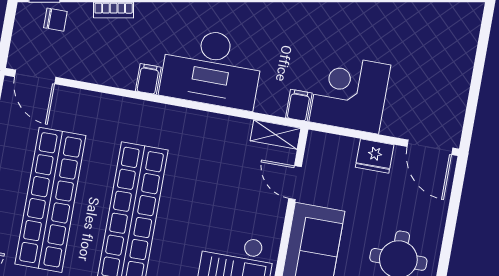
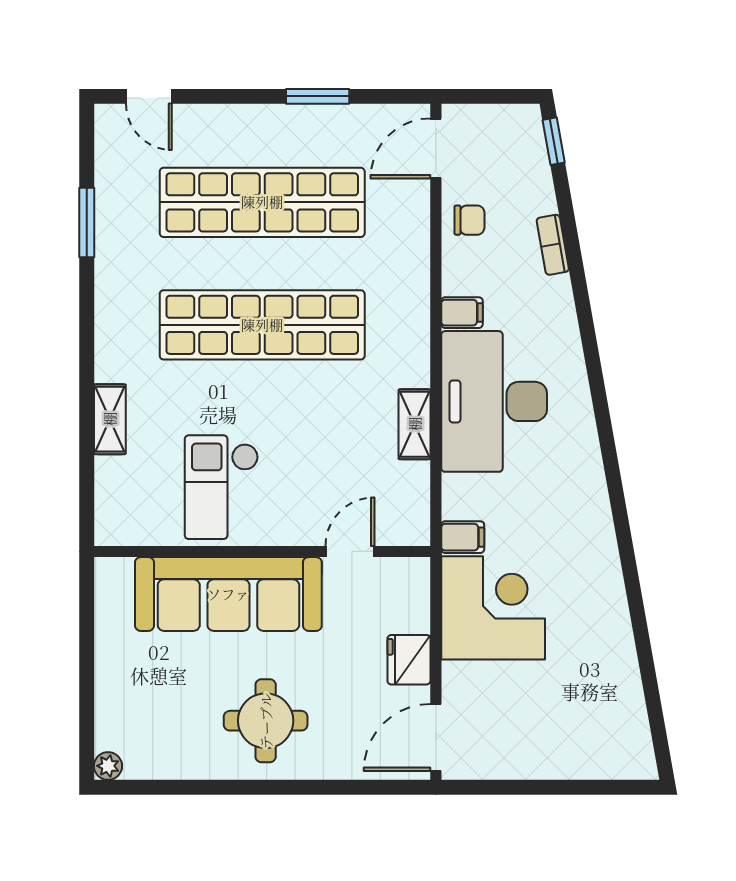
chair: (55, 20) -> (469, 220), moved, turned -90
shelving: (275, 134) -> (415, 424), moved

